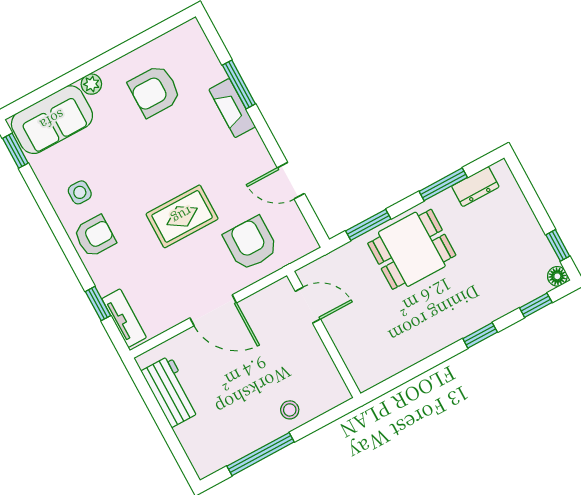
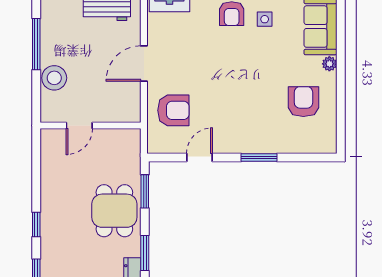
window: (239, 84) -> (259, 157), moved
fireplace: (232, 108) -> (266, 145), removed
rug: (182, 216) -> (214, 76), removed
door: (308, 305) -> (79, 125), moved
stool: (290, 410) -> (54, 78), width x1.89, depth x1.89

